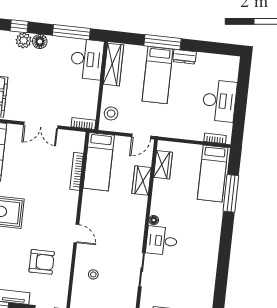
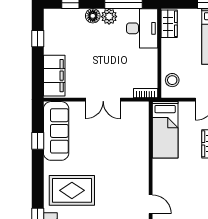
plant: (24, 40) -> (109, 17), moved
wardrobe: (113, 65) -> (169, 24), width x0.67
bookcase: (77, 171) -> (144, 142), removed

